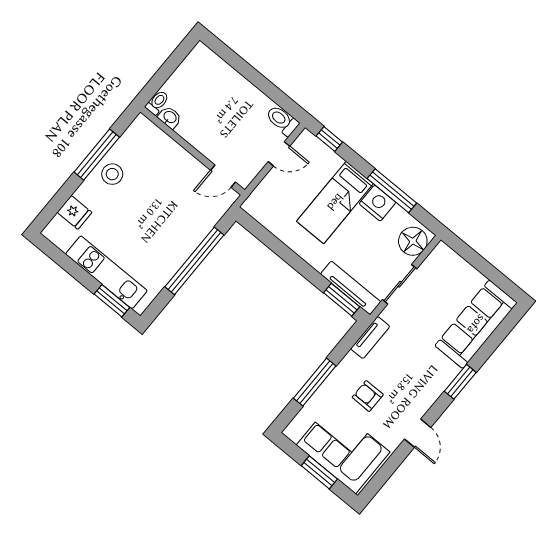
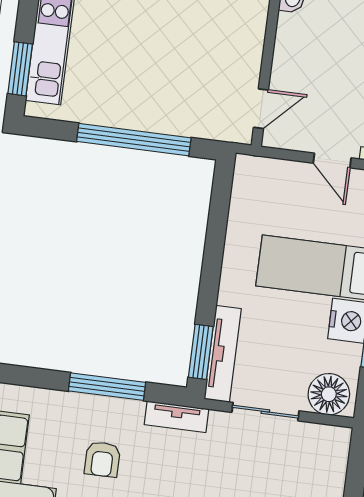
door: (223, 176) -> (261, 109), swing flipped
window: (315, 382) -> (107, 387), moved
armchair: (368, 396) -> (102, 459), turned 180

